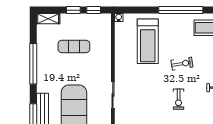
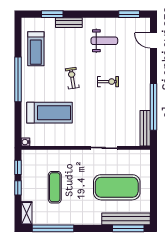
window: (33, 64) -> (53, 228), moved

